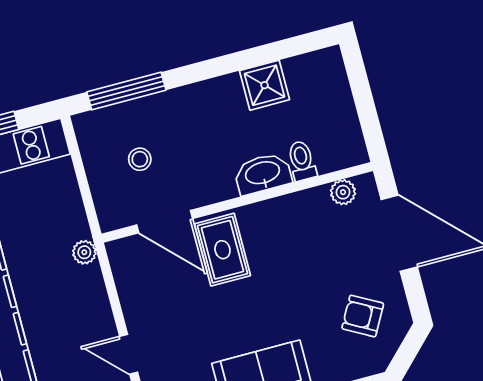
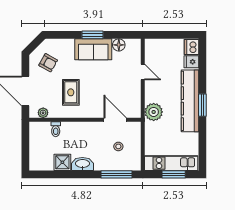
washbasin: (263, 174) -> (82, 164), moved, turned 180
rug: (222, 250) -> (71, 92), moved
plant: (84, 252) -> (154, 112), width x1.88, depth x1.88

